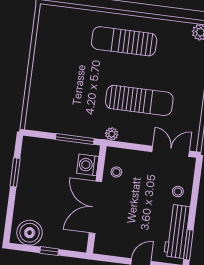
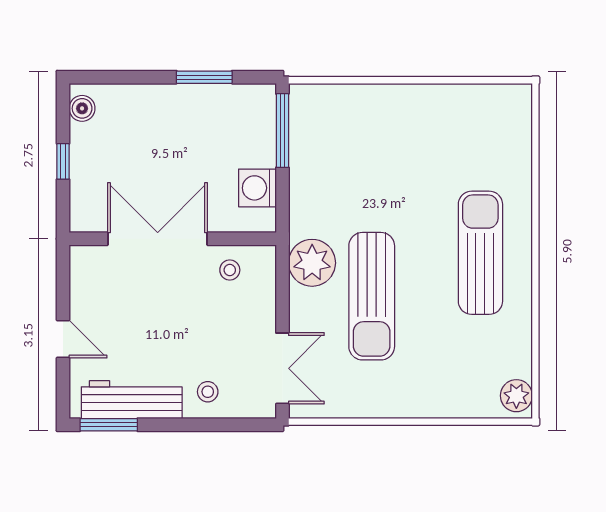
plant: (112, 134) -> (312, 263), width x1.88, depth x1.88
window: (75, 139) -> (282, 131), moved
washing machine: (88, 165) -> (257, 188), moved, turned -90
boiler: (30, 233) -> (82, 108), width x0.54, depth x0.54

